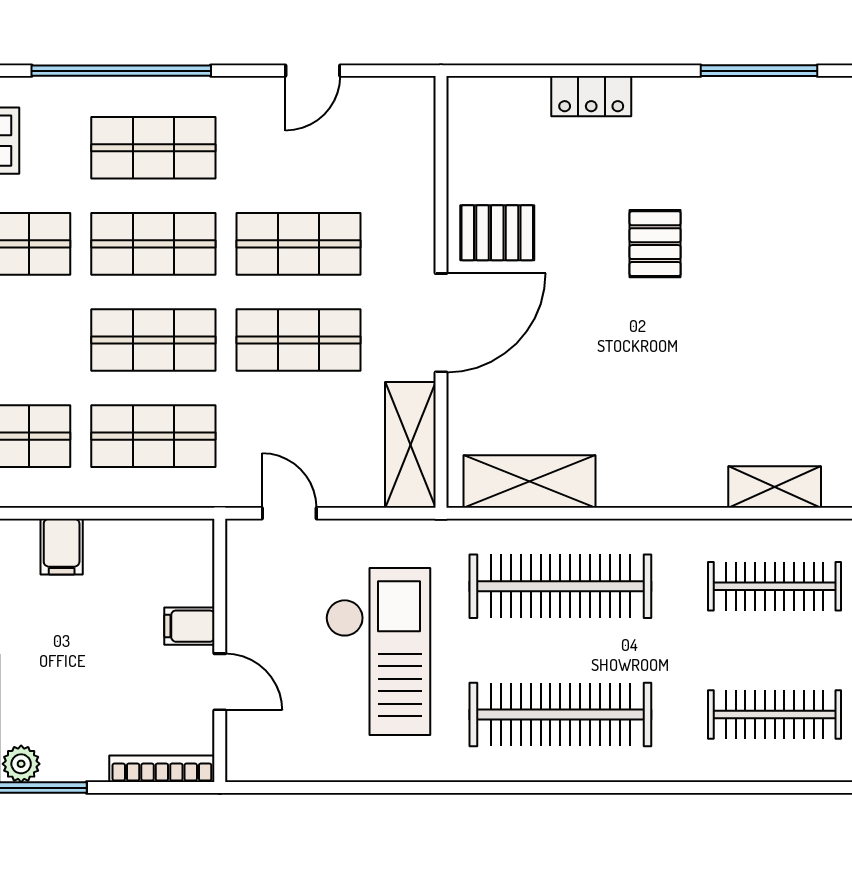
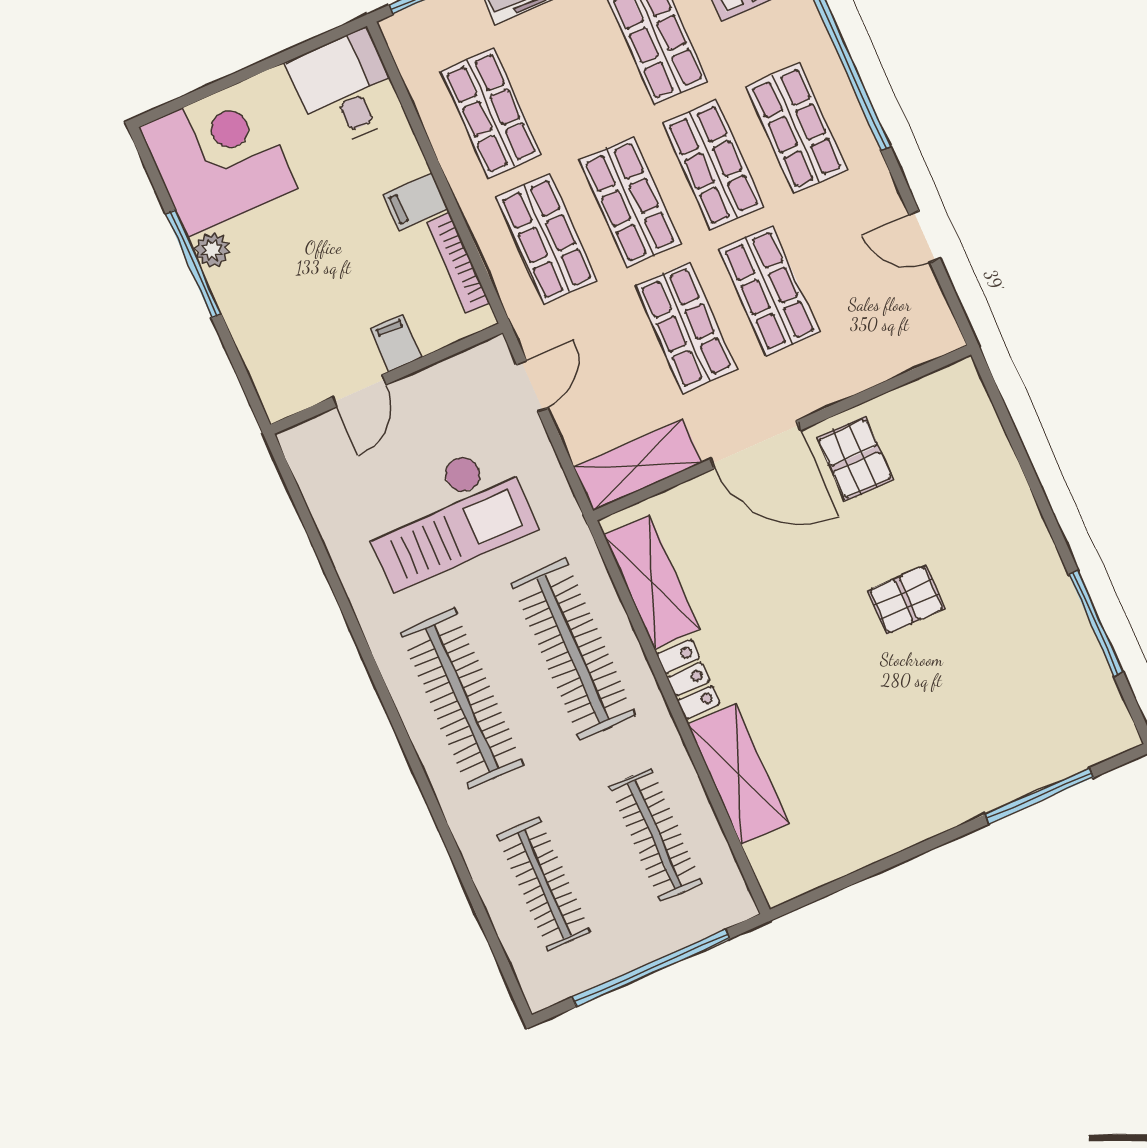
locker: (591, 96) -> (688, 679), moved, turned 180
shelving: (775, 487) -> (738, 774), width x1.50, depth x1.33
bookcase: (162, 769) -> (458, 263), moved, turned 180

